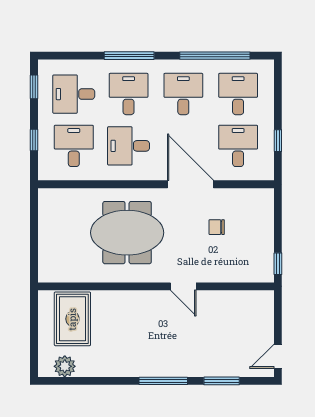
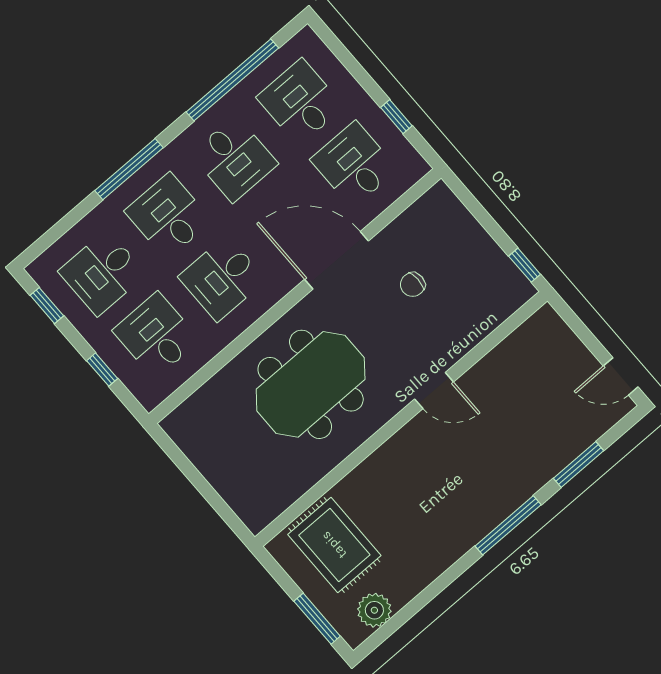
desk: (183, 94) -> (234, 159), turned 180
window: (34, 347) -> (317, 619), added
door: (278, 356) -> (621, 376), hinge flipped

